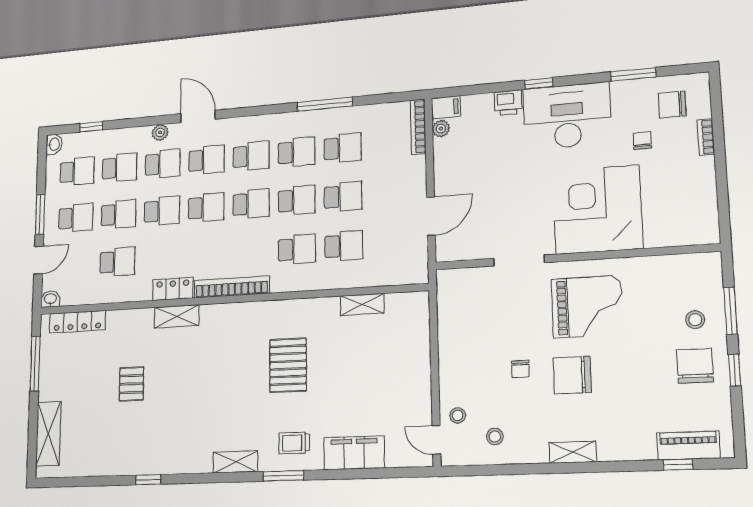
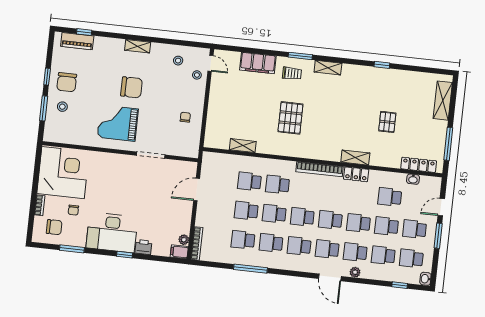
corner desk: (597, 210) -> (63, 173), moved, turned -90
washbasin: (50, 299) -> (413, 179), moved
chair: (520, 369) -> (185, 117), moved

